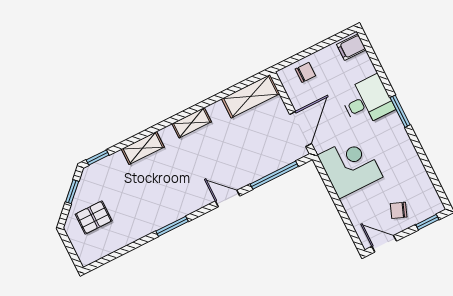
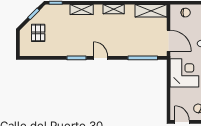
door: (301, 129) -> (168, 41), hinge flipped
door: (228, 199) -> (101, 58), moved
pallet: (94, 217) -> (38, 33), turned 90

